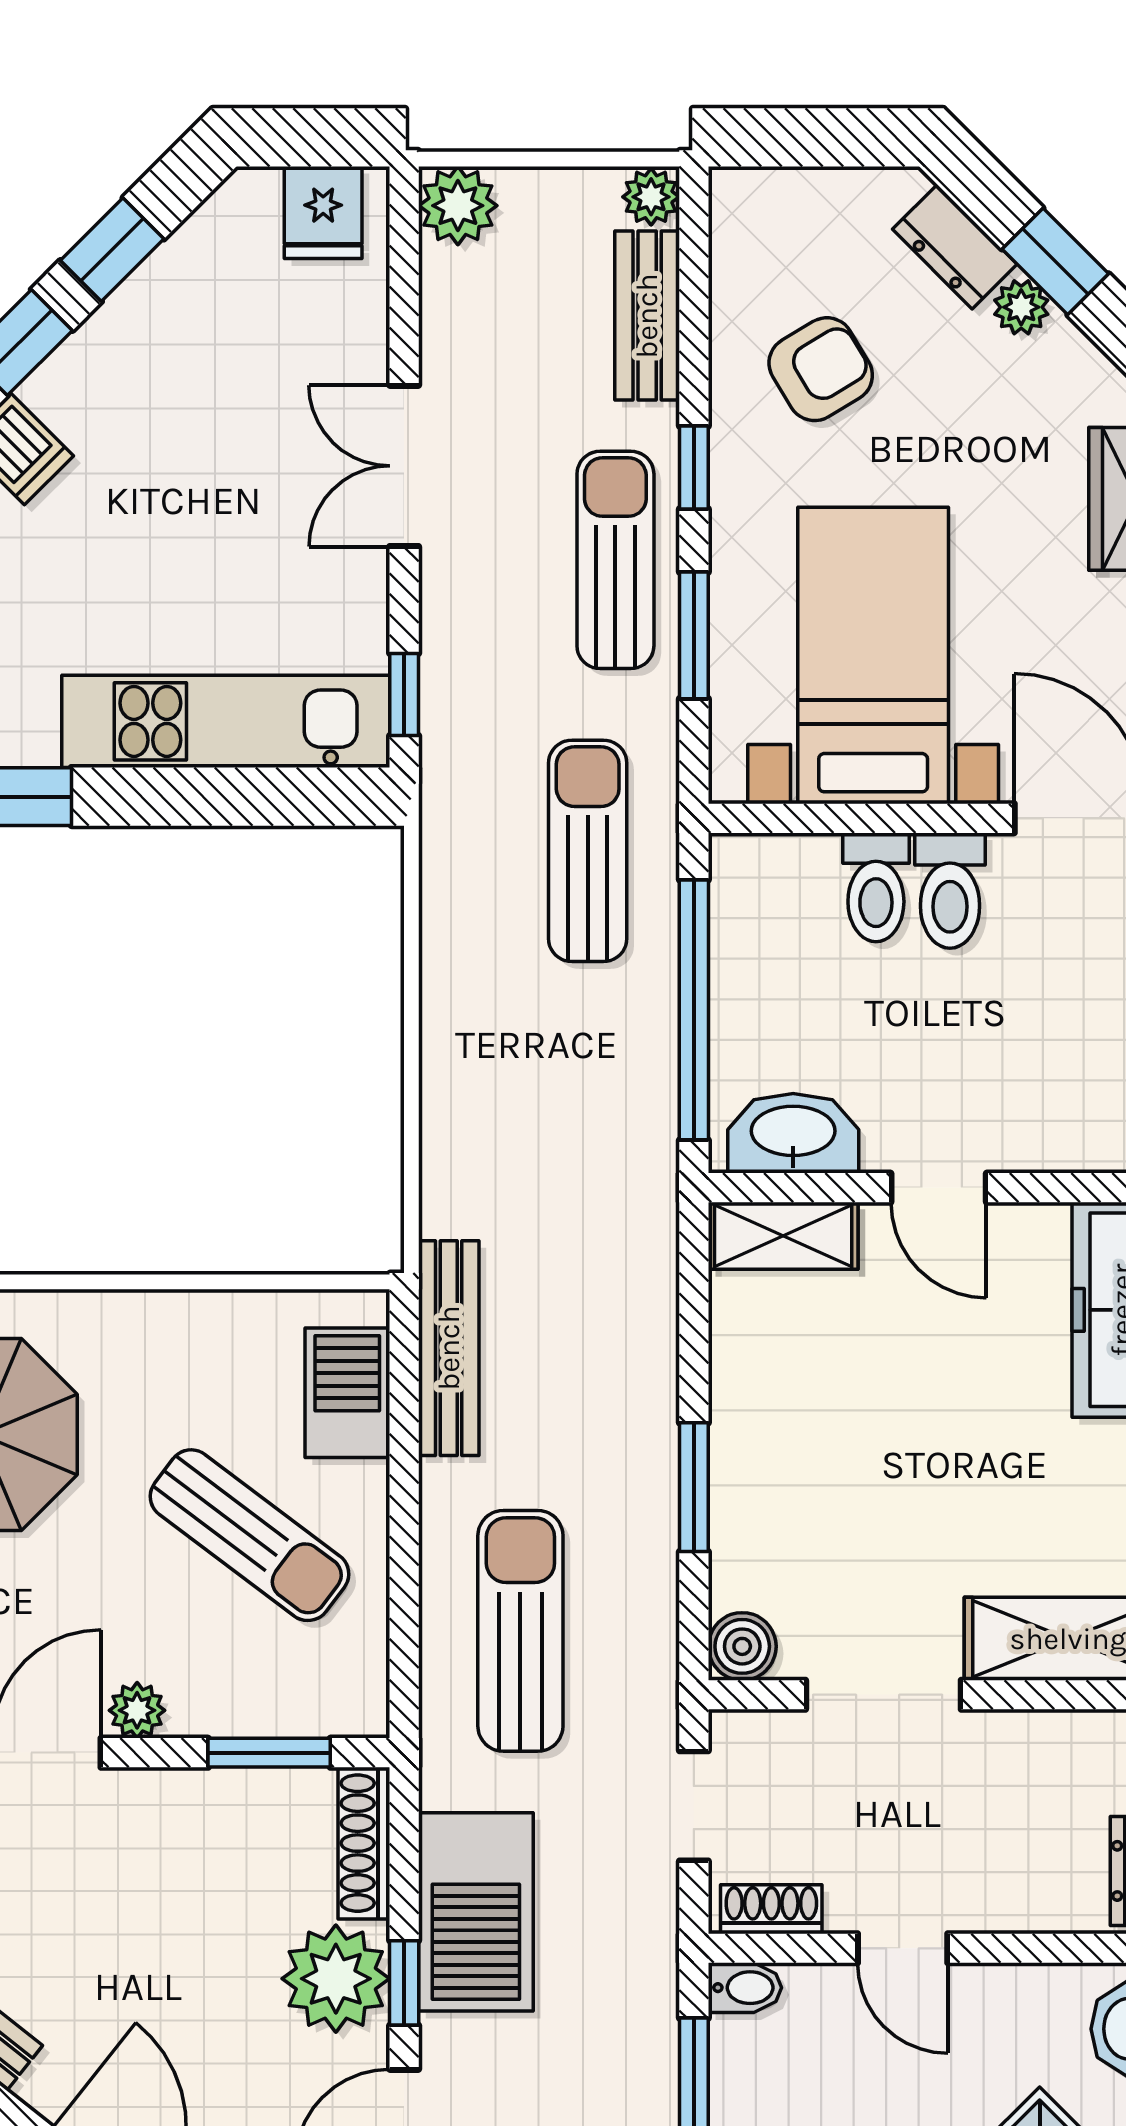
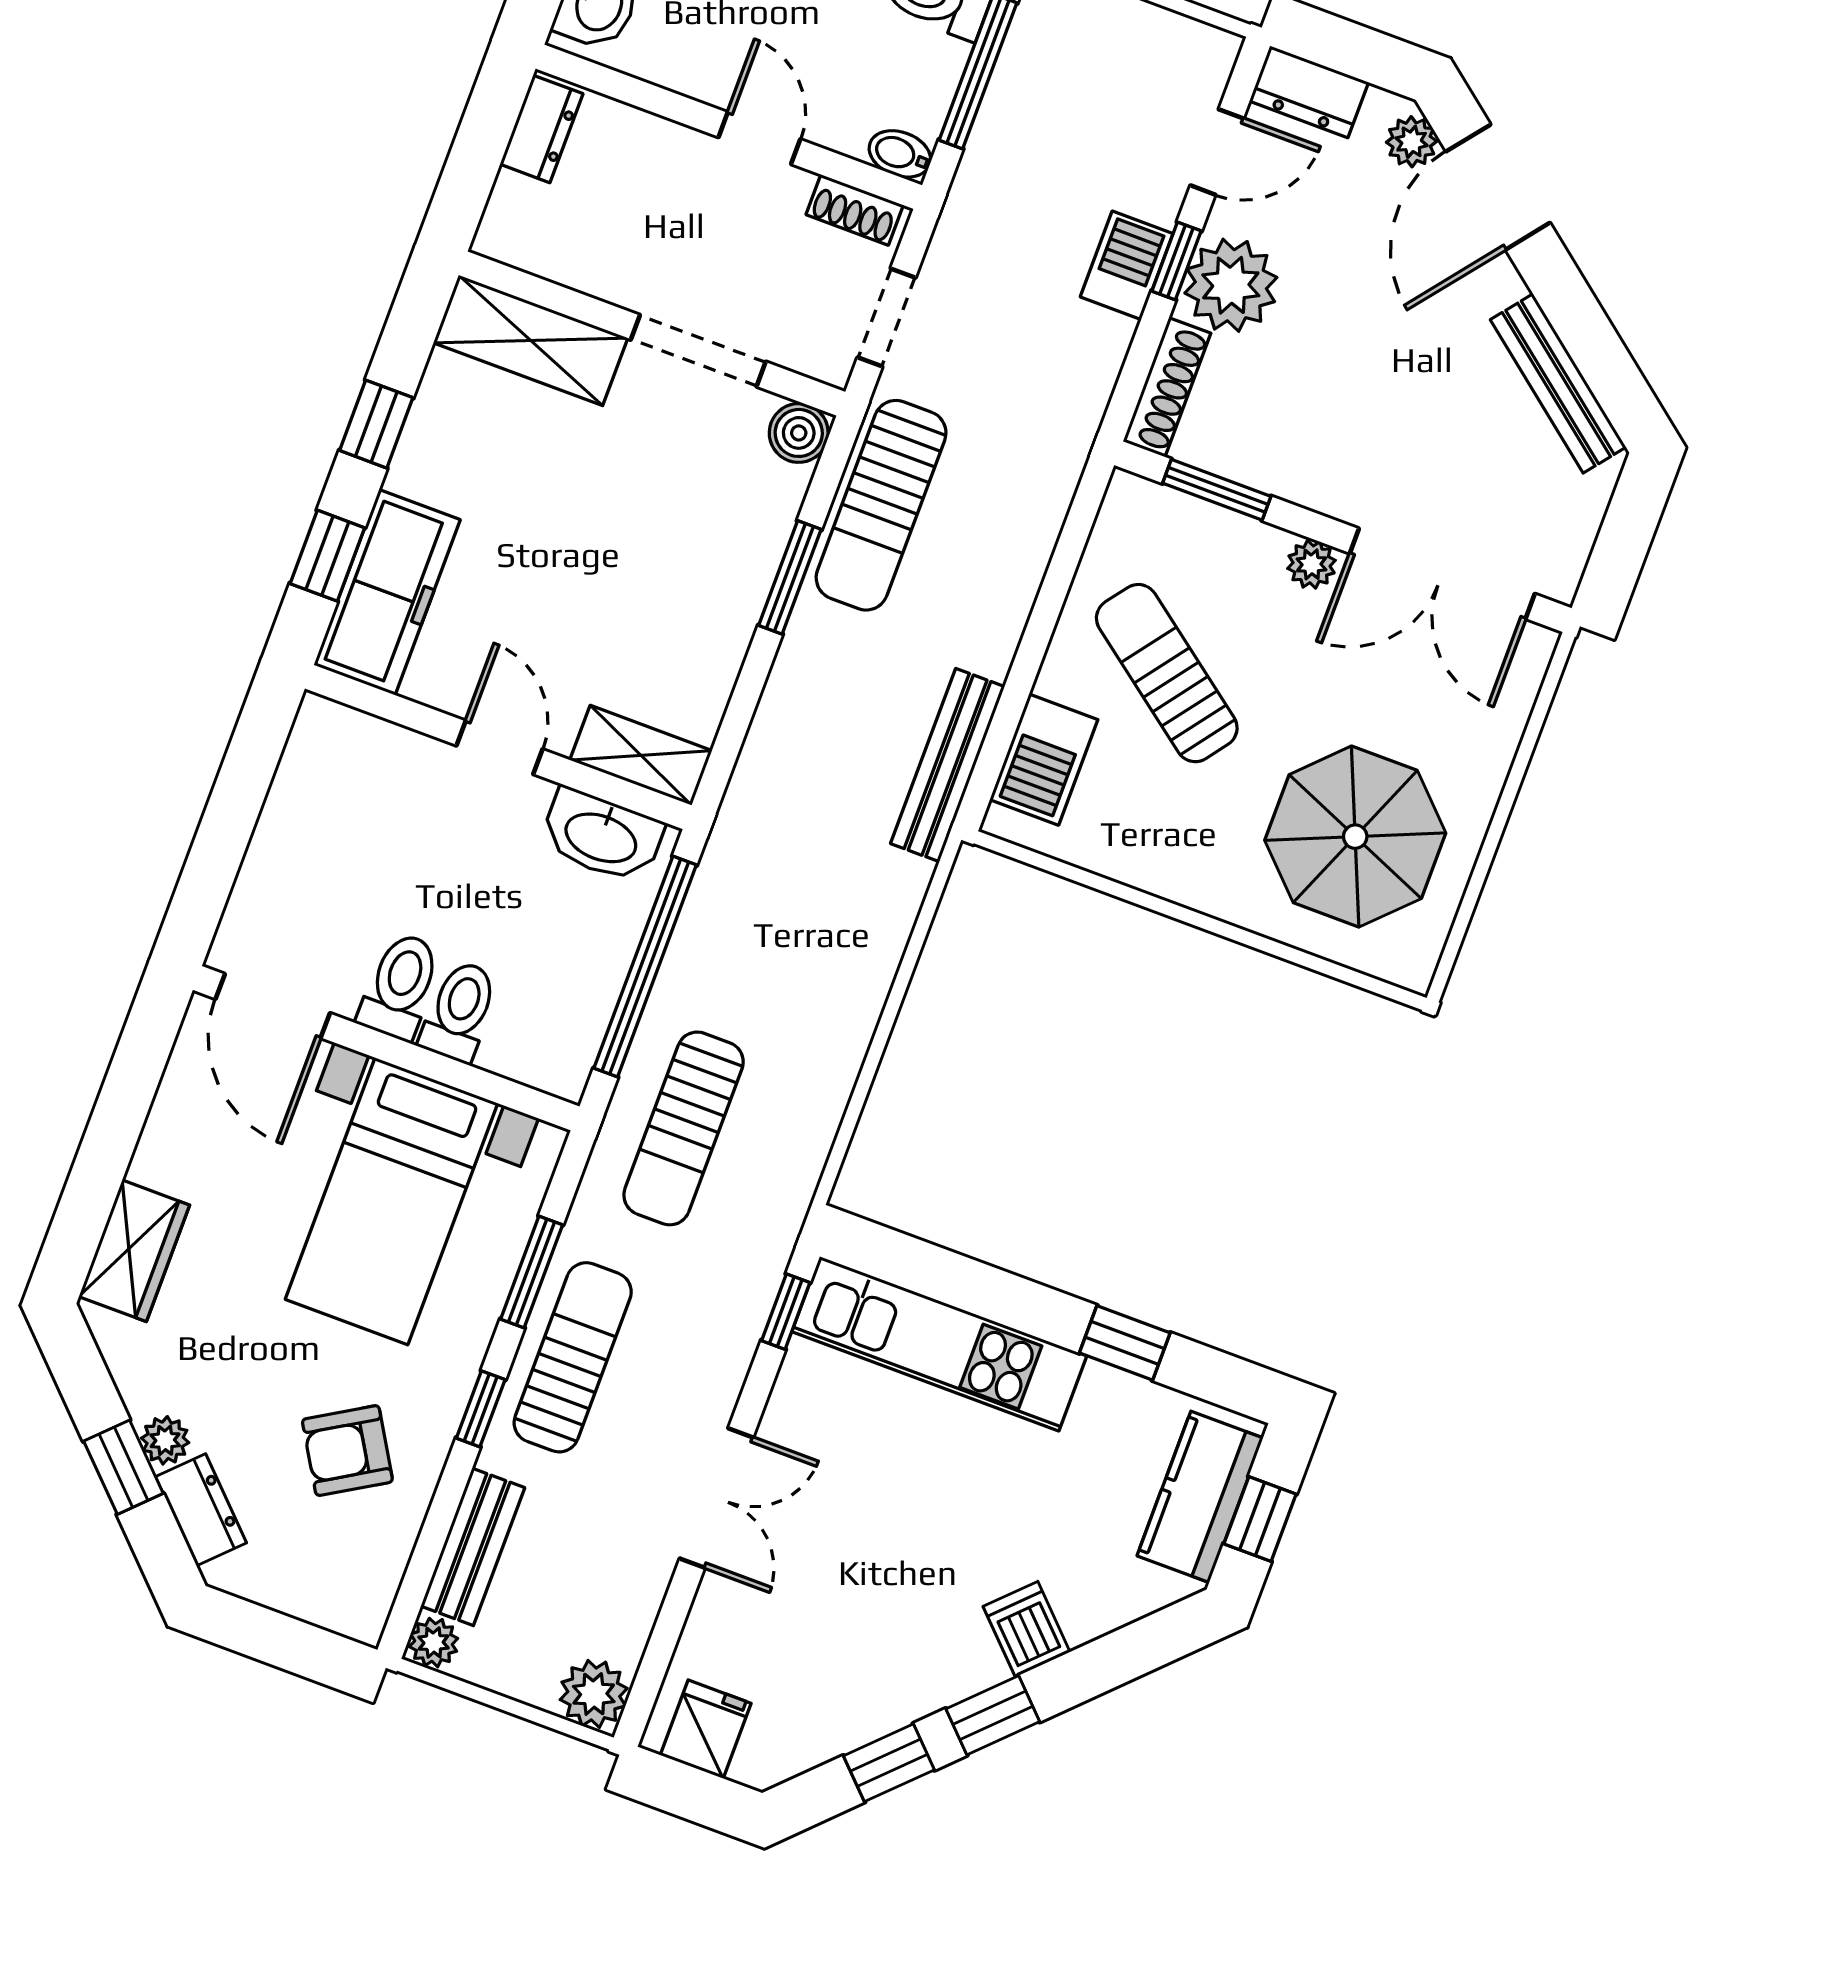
sun lounger: (615, 560) -> (573, 1357), turned 180
sun lounger: (520, 1631) -> (881, 505), moved
barbecue: (476, 1912) -> (1127, 265), width x0.53, depth x0.65

